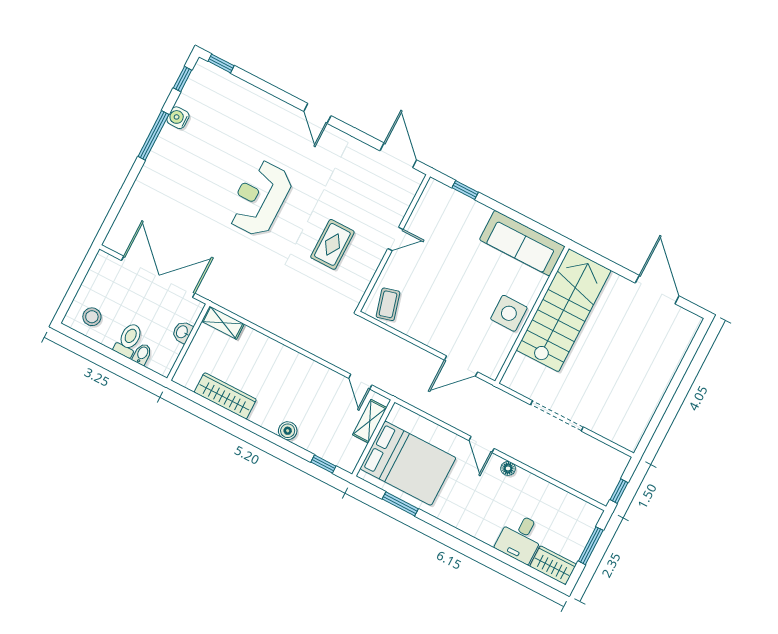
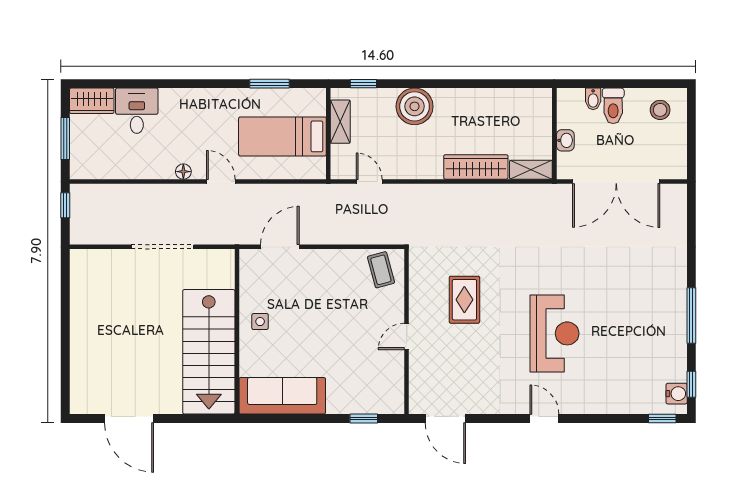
water cooler: (178, 118) -> (677, 394), moved
reception desk: (260, 198) -> (554, 333), moved
side table: (509, 313) -> (260, 322), width x0.54, depth x0.54
wardrobe: (225, 396) -> (476, 167), moved, turned 180
shelving: (370, 421) -> (340, 122), moved
boiler: (288, 431) -> (415, 106), width x1.86, depth x1.86
bed: (408, 463) -> (282, 136), width x0.67

